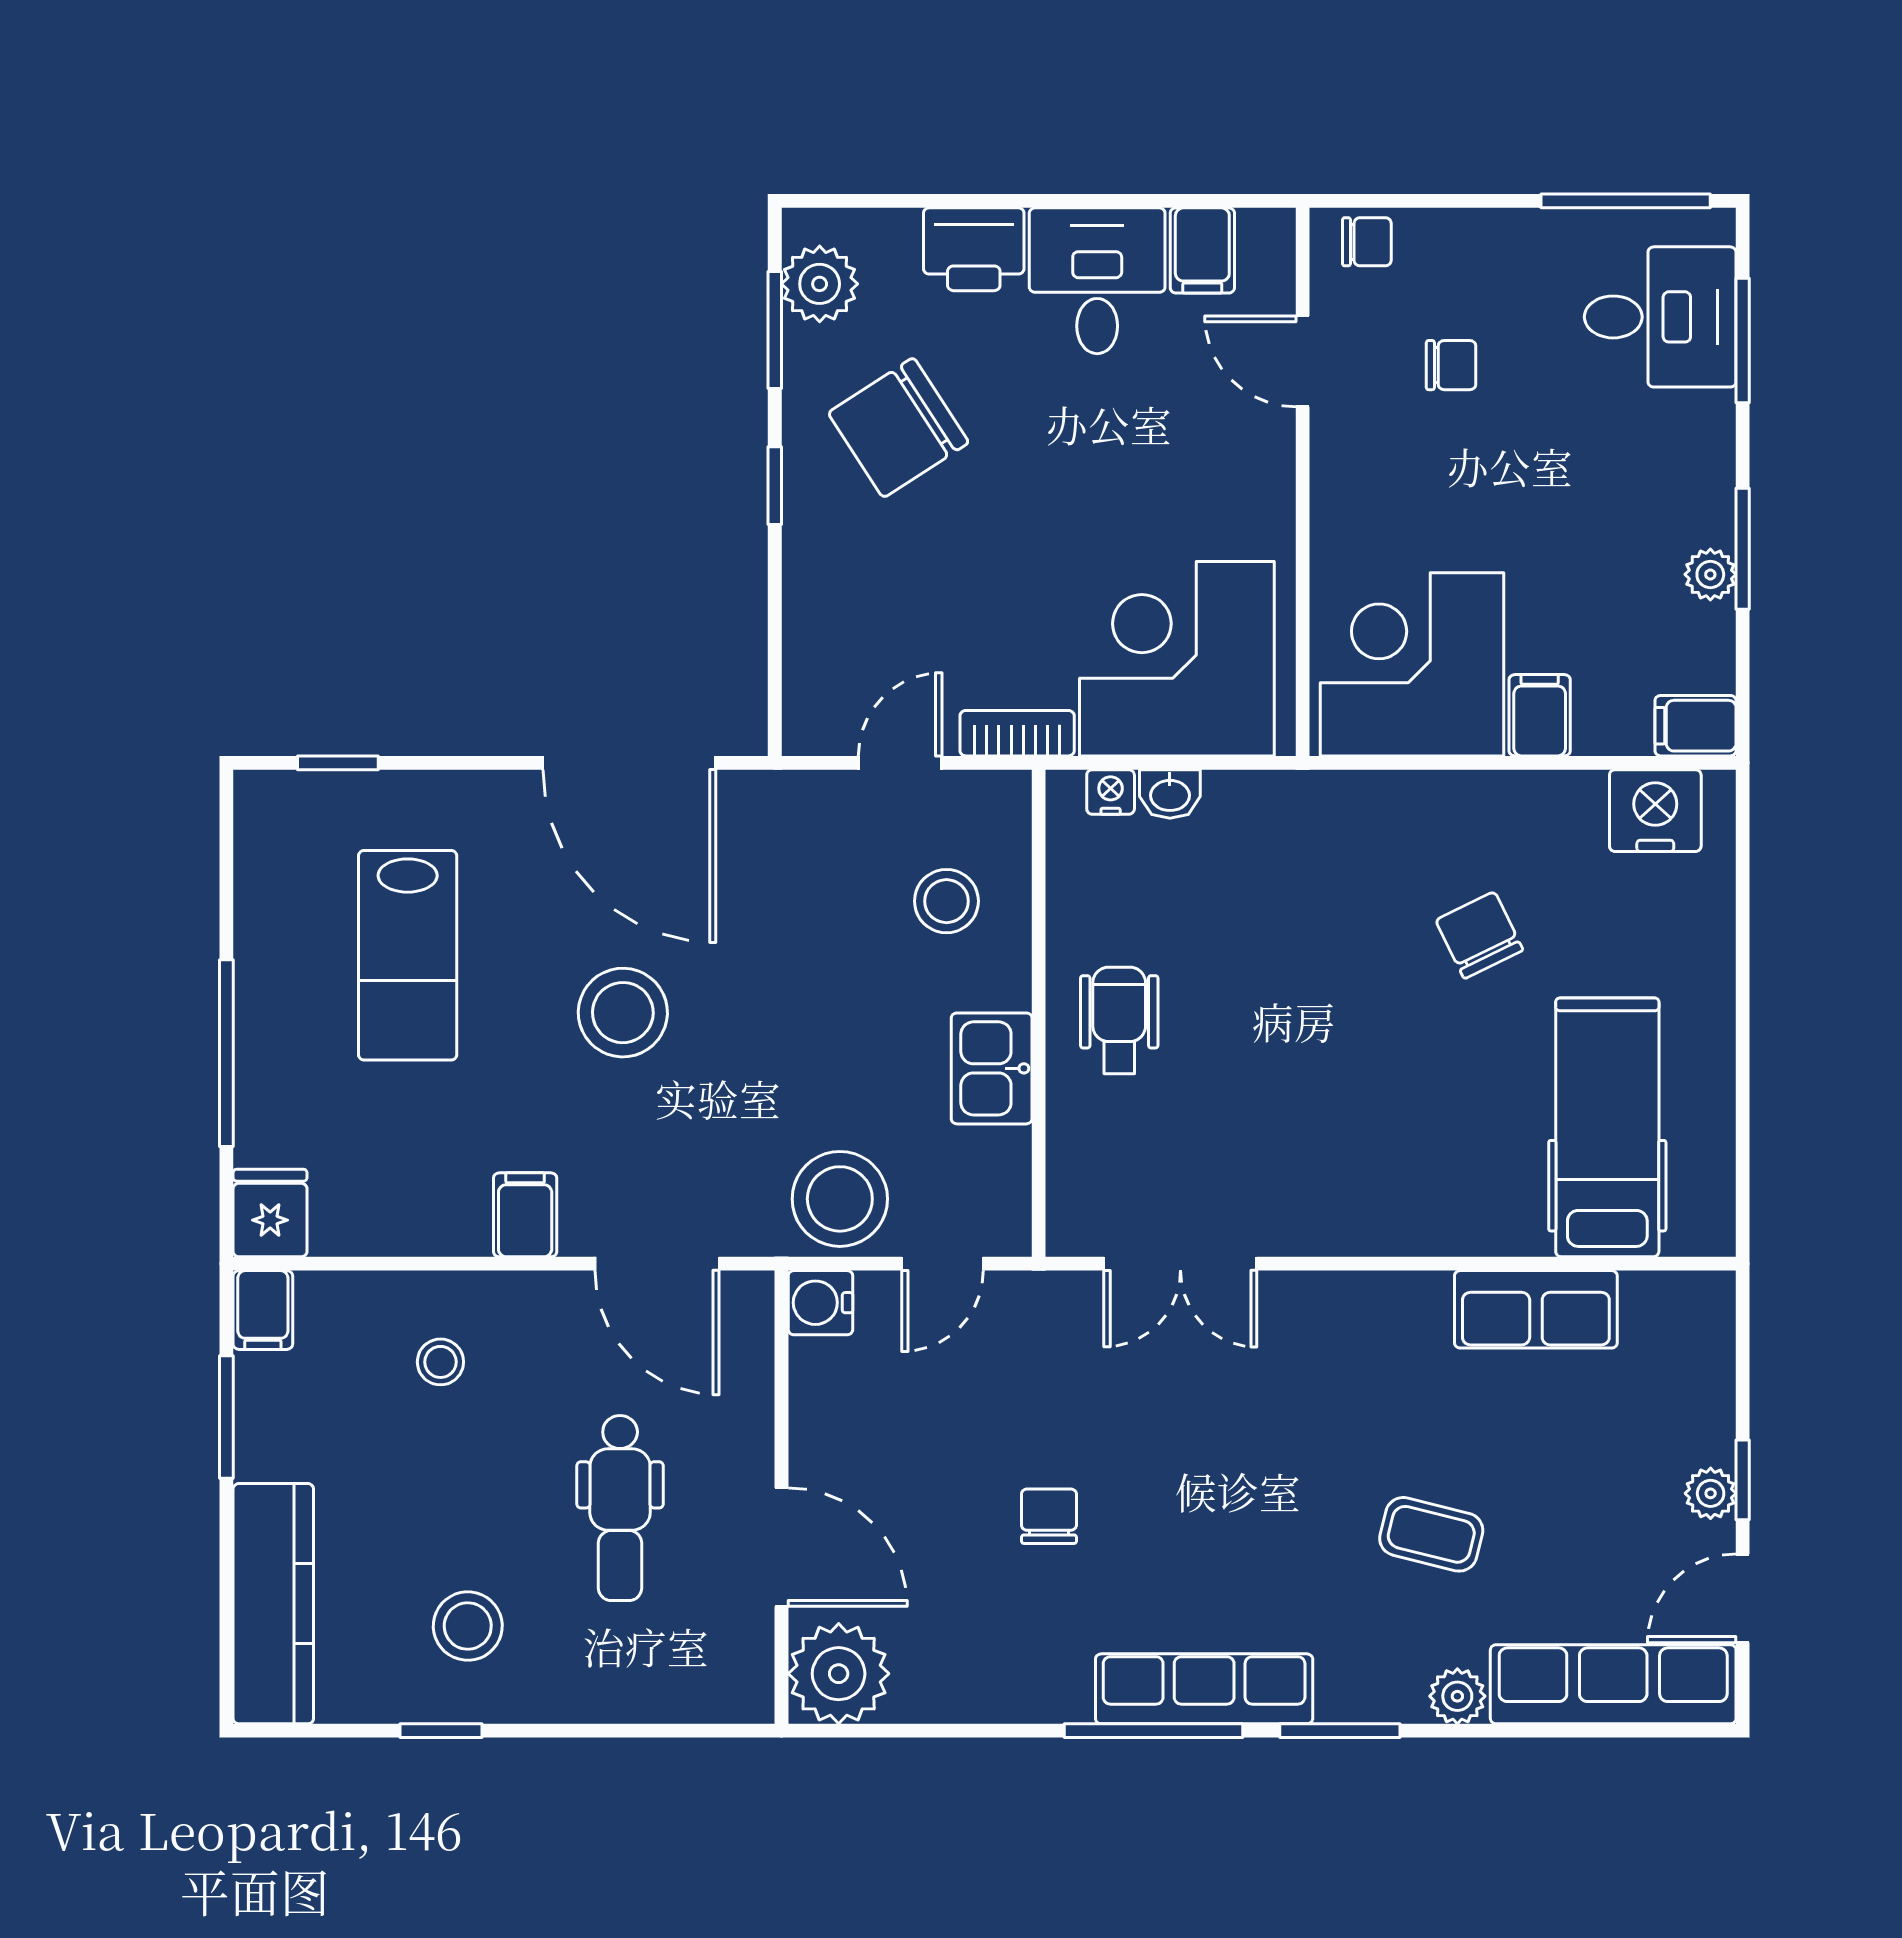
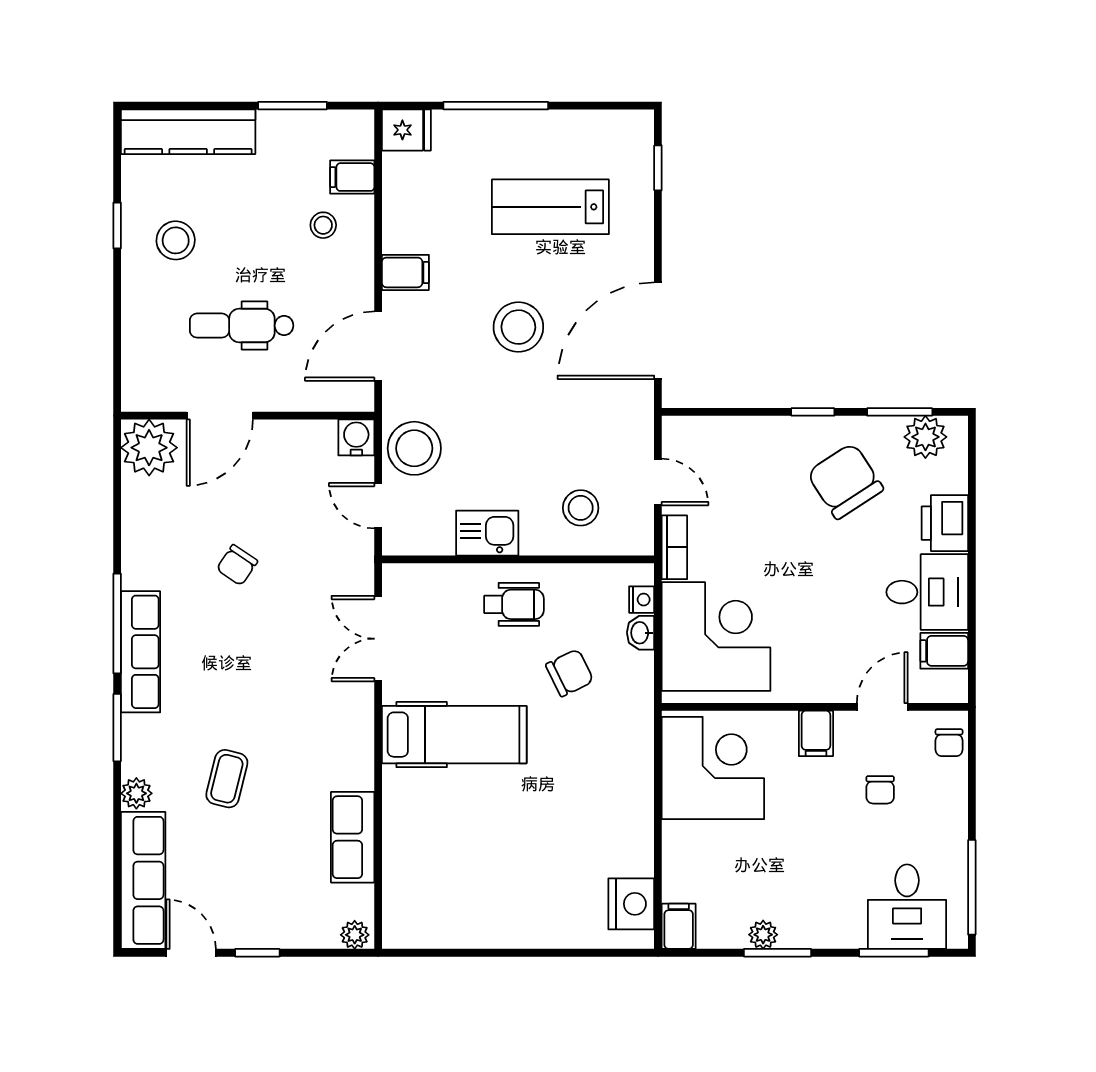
filing cabinet: (1540, 715) -> (816, 733), moved, turned 90
chair: (1479, 935) -> (570, 673), moved
hospital bed: (1607, 1127) -> (454, 735), moved
filing cabinet: (263, 1310) -> (352, 177), moved
plant: (1711, 1493) -> (355, 935), moved
chair: (1049, 1516) -> (237, 565), turned 124

